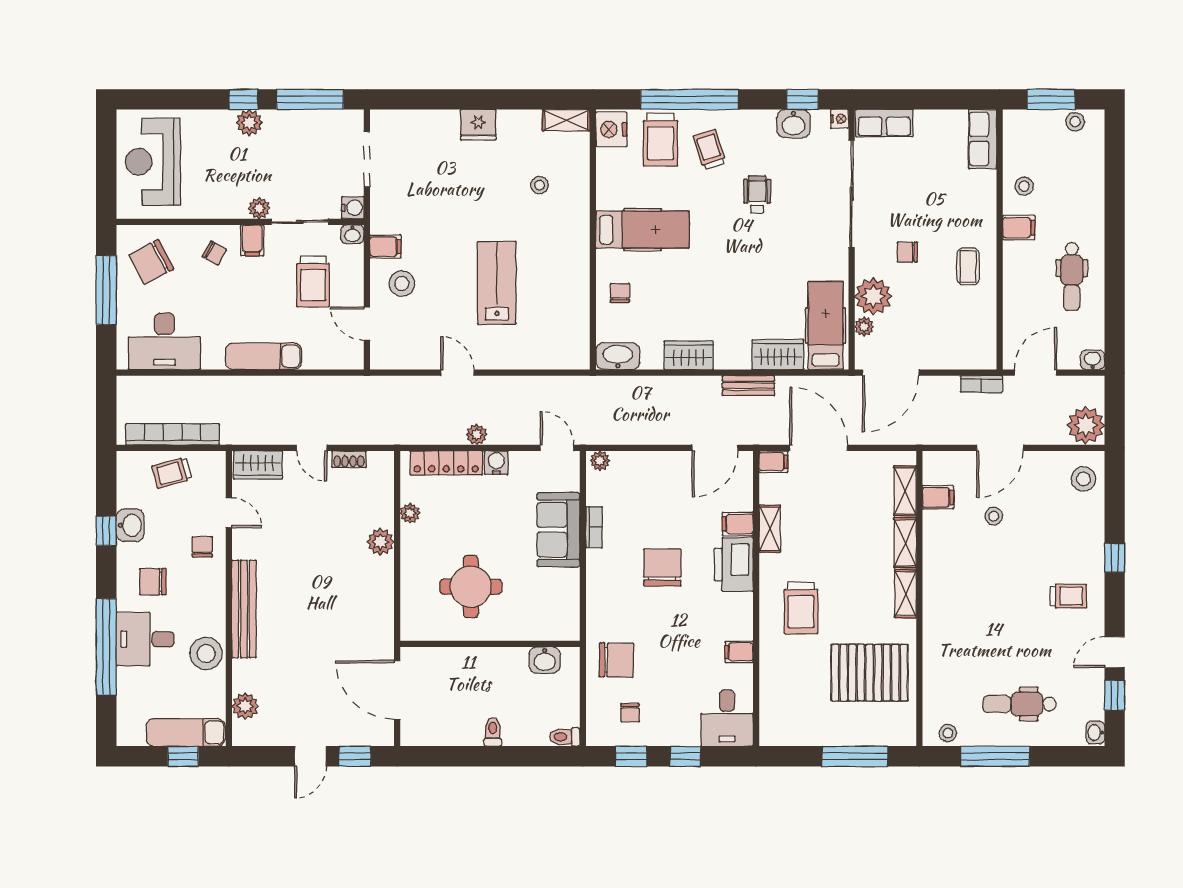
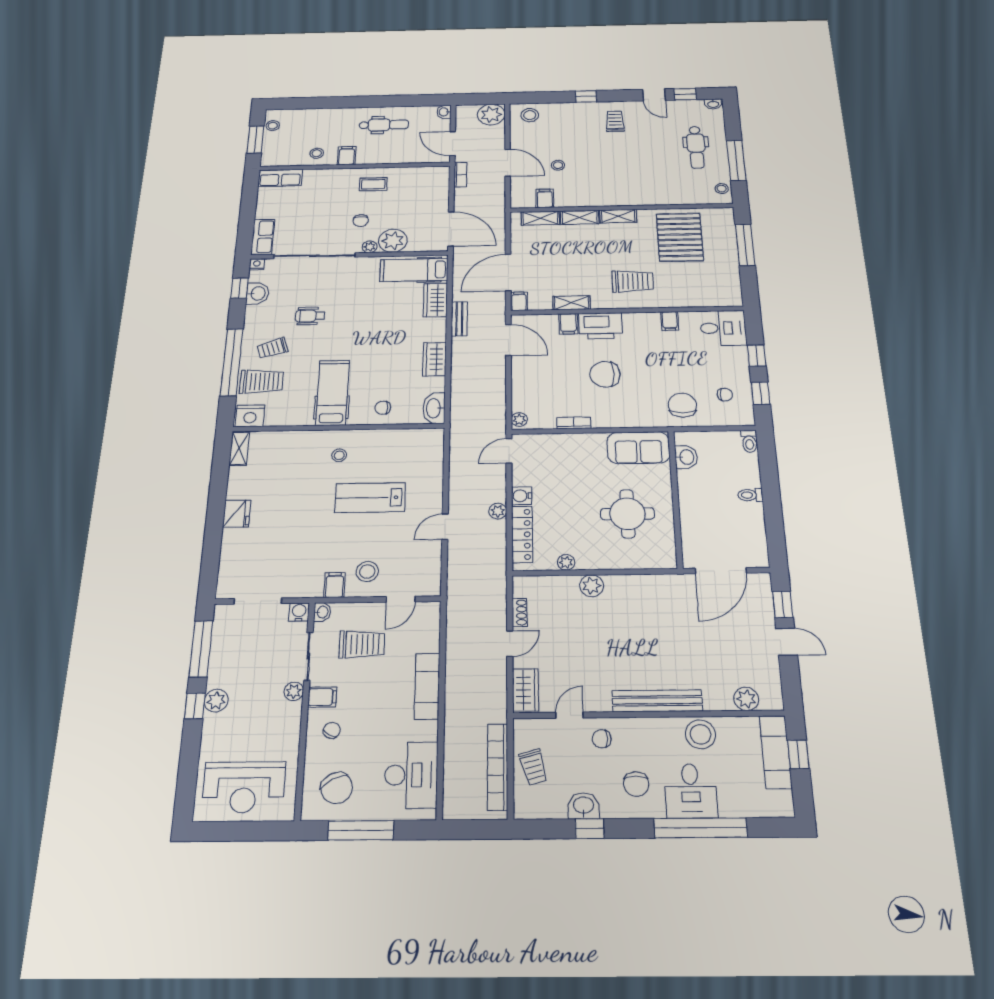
stool: (540, 185) -> (339, 455), moved
plant: (864, 327) -> (370, 247), moved
sofa: (558, 530) -> (638, 448), moved

